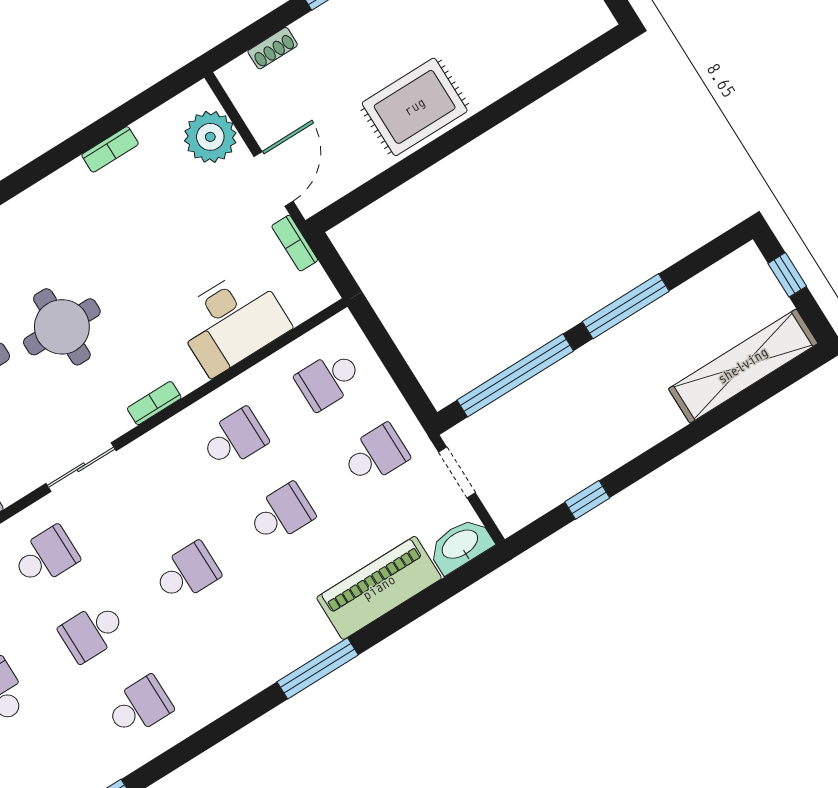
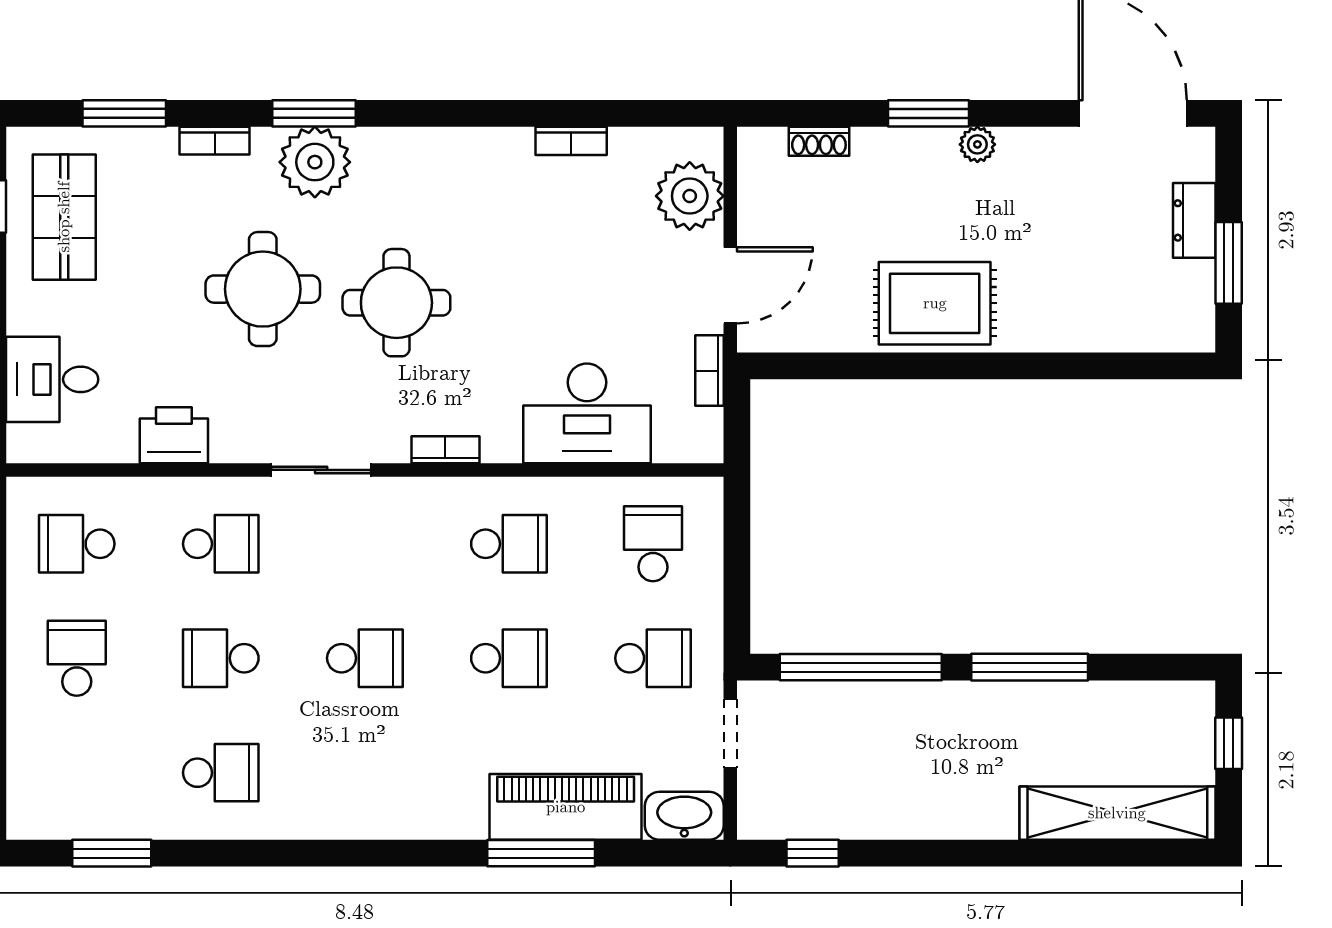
school desk: (329, 380) -> (653, 544), turned 90
window: (587, 500) -> (813, 853), moved
window: (318, 668) -> (541, 853), moved

